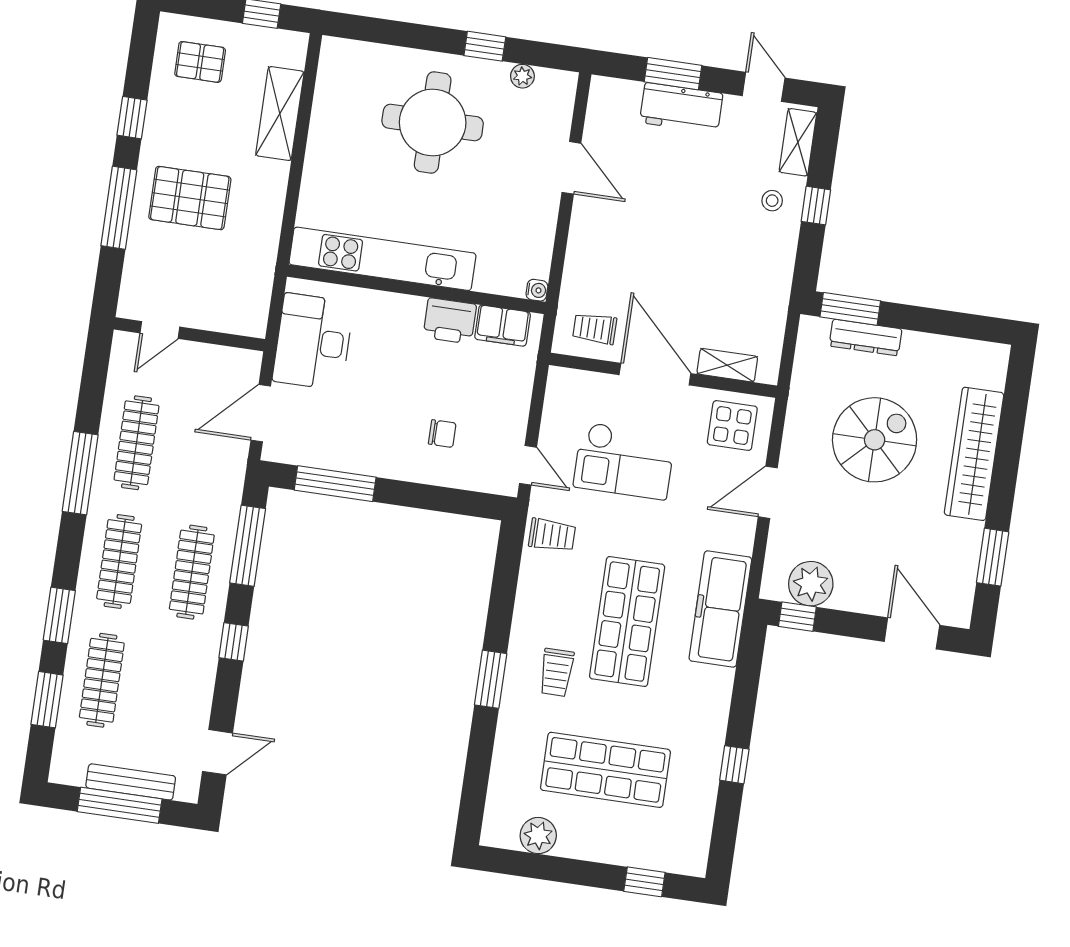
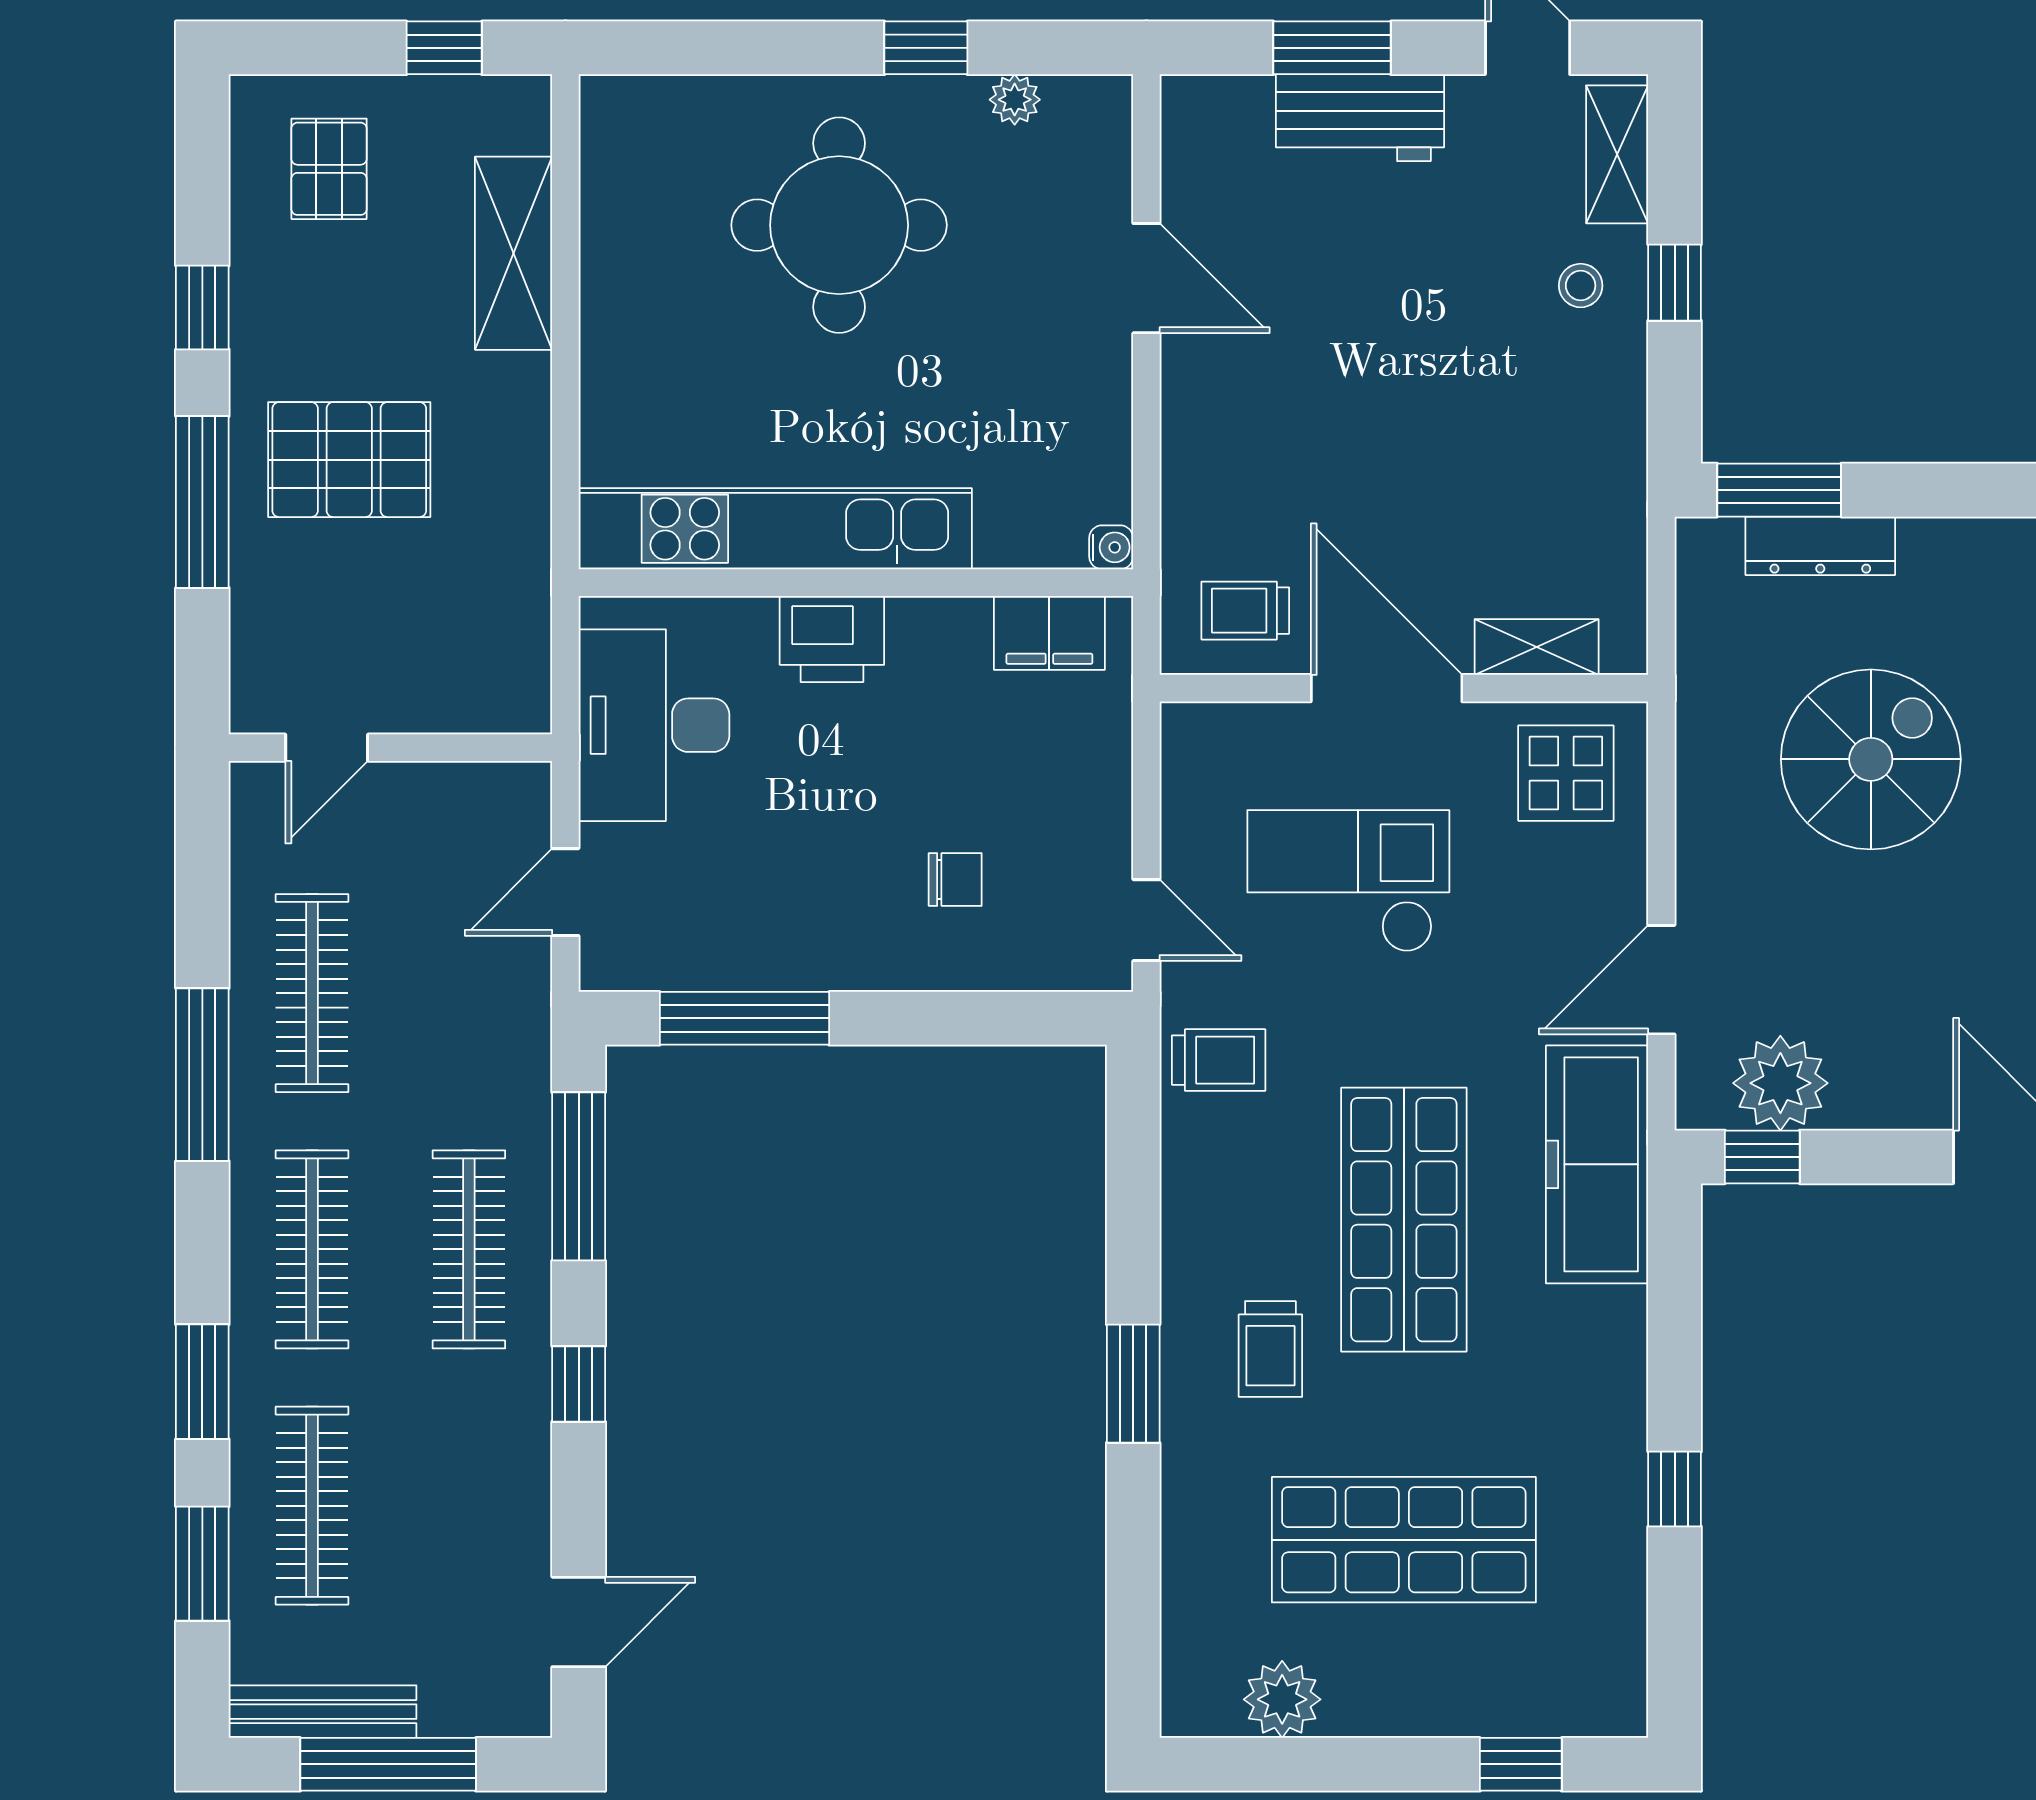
pallet: (200, 62) -> (329, 169), turned 90
printer: (450, 321) -> (832, 639), moved
door: (261, 413) -> (565, 892), width x0.73
checkout: (624, 461) -> (1348, 881), turned 180
door: (768, 492) -> (1661, 980), moved
bench: (131, 782) -> (323, 1712), moved

